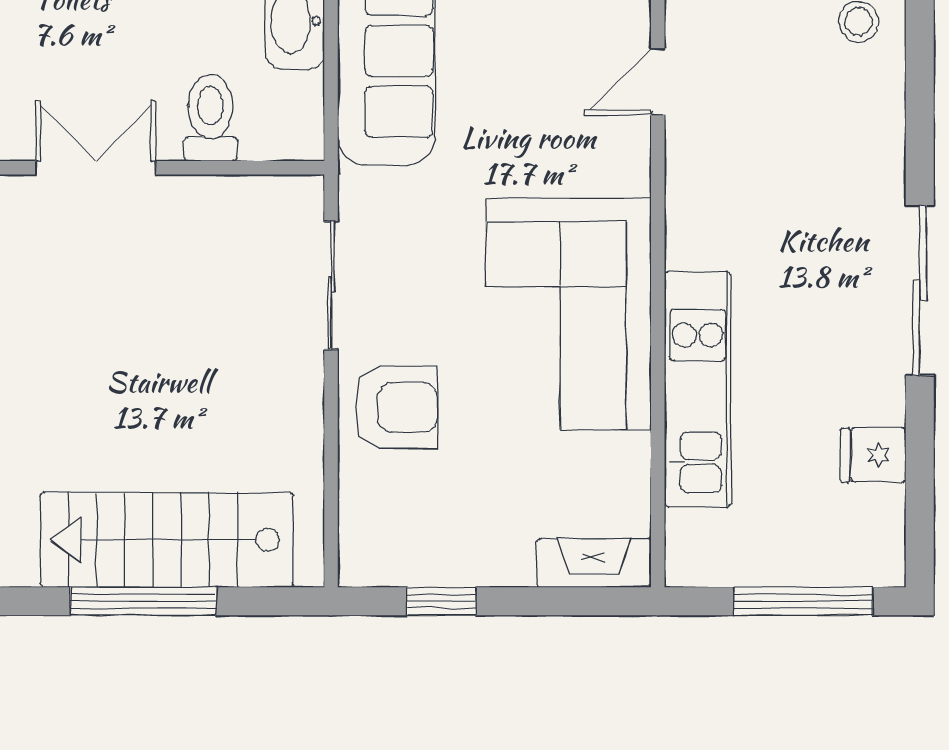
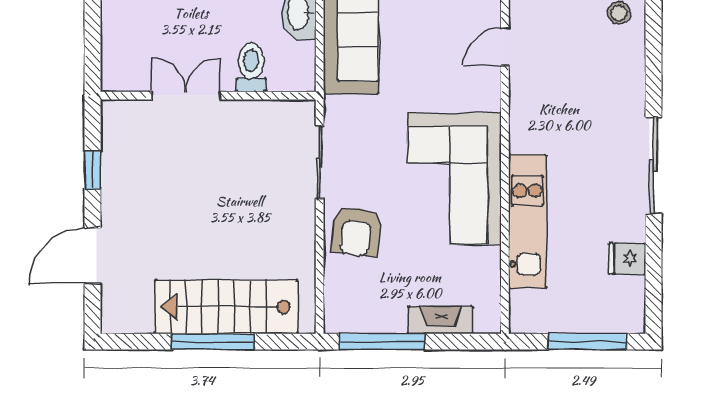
armchair: (396, 407) -> (356, 232), turned 97
fireplace: (594, 563) -> (440, 320), moved
window: (441, 601) -> (382, 342), width x2.17

